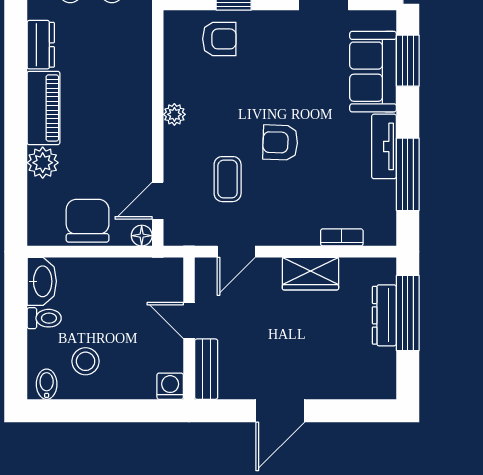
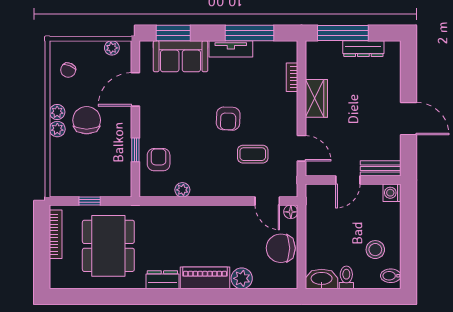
plant: (174, 114) -> (182, 190), moved
dresser: (384, 315) -> (363, 49), moved

